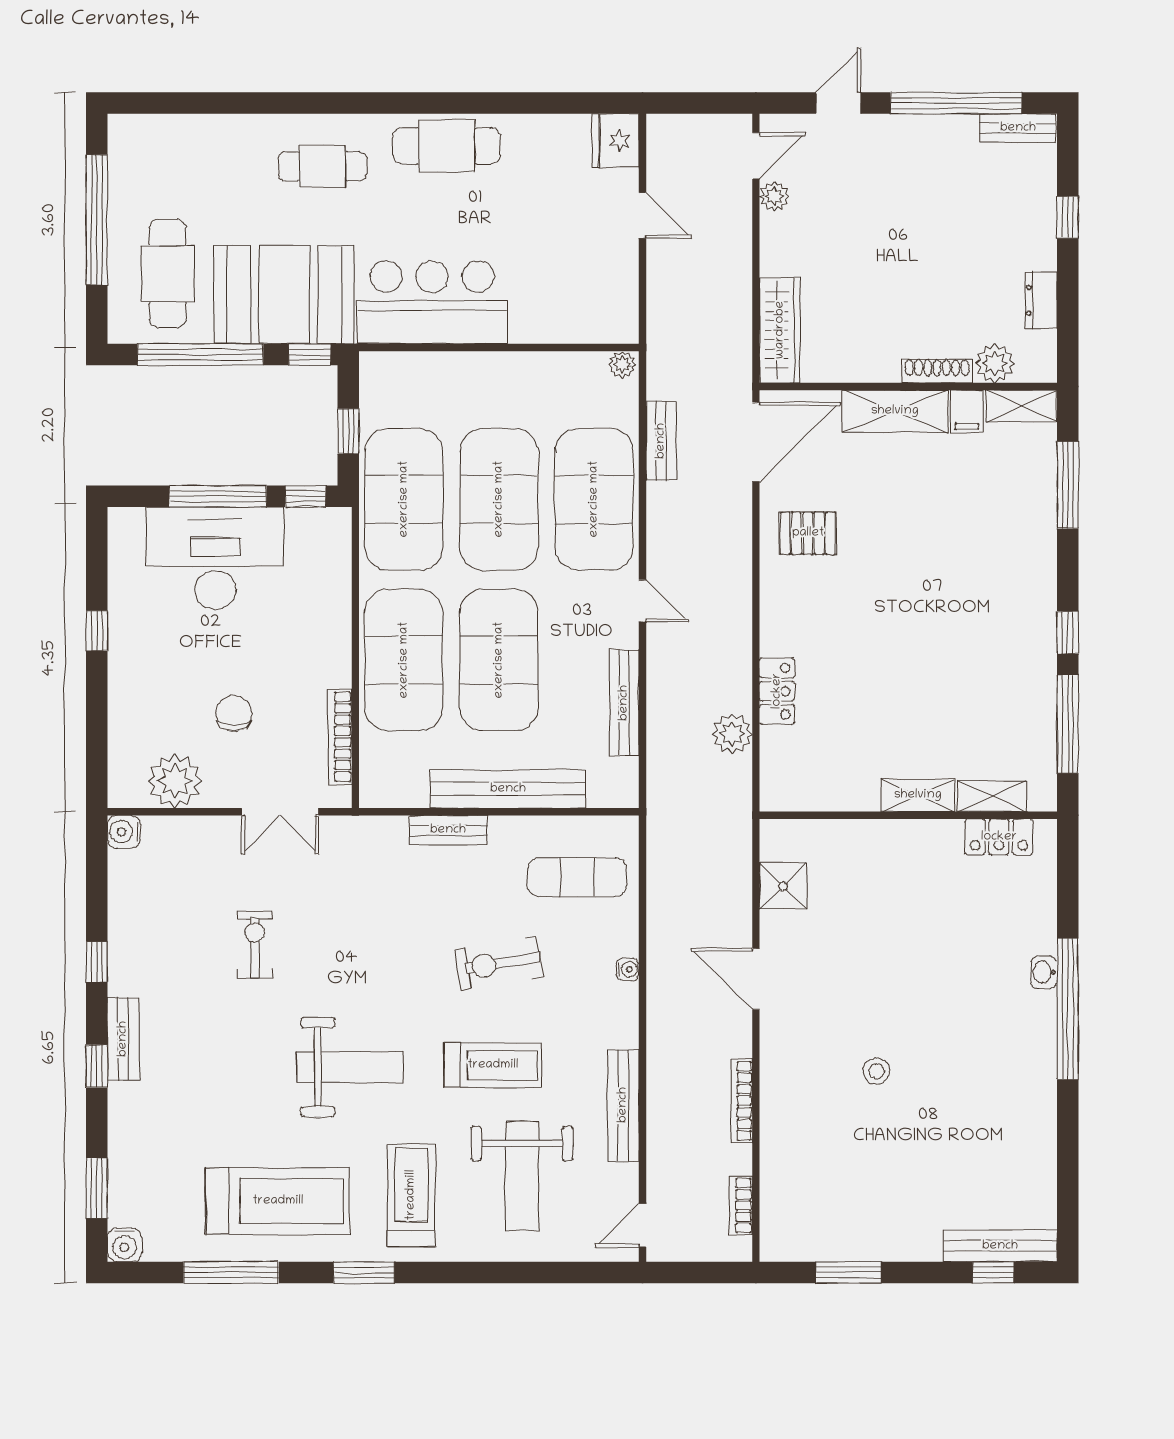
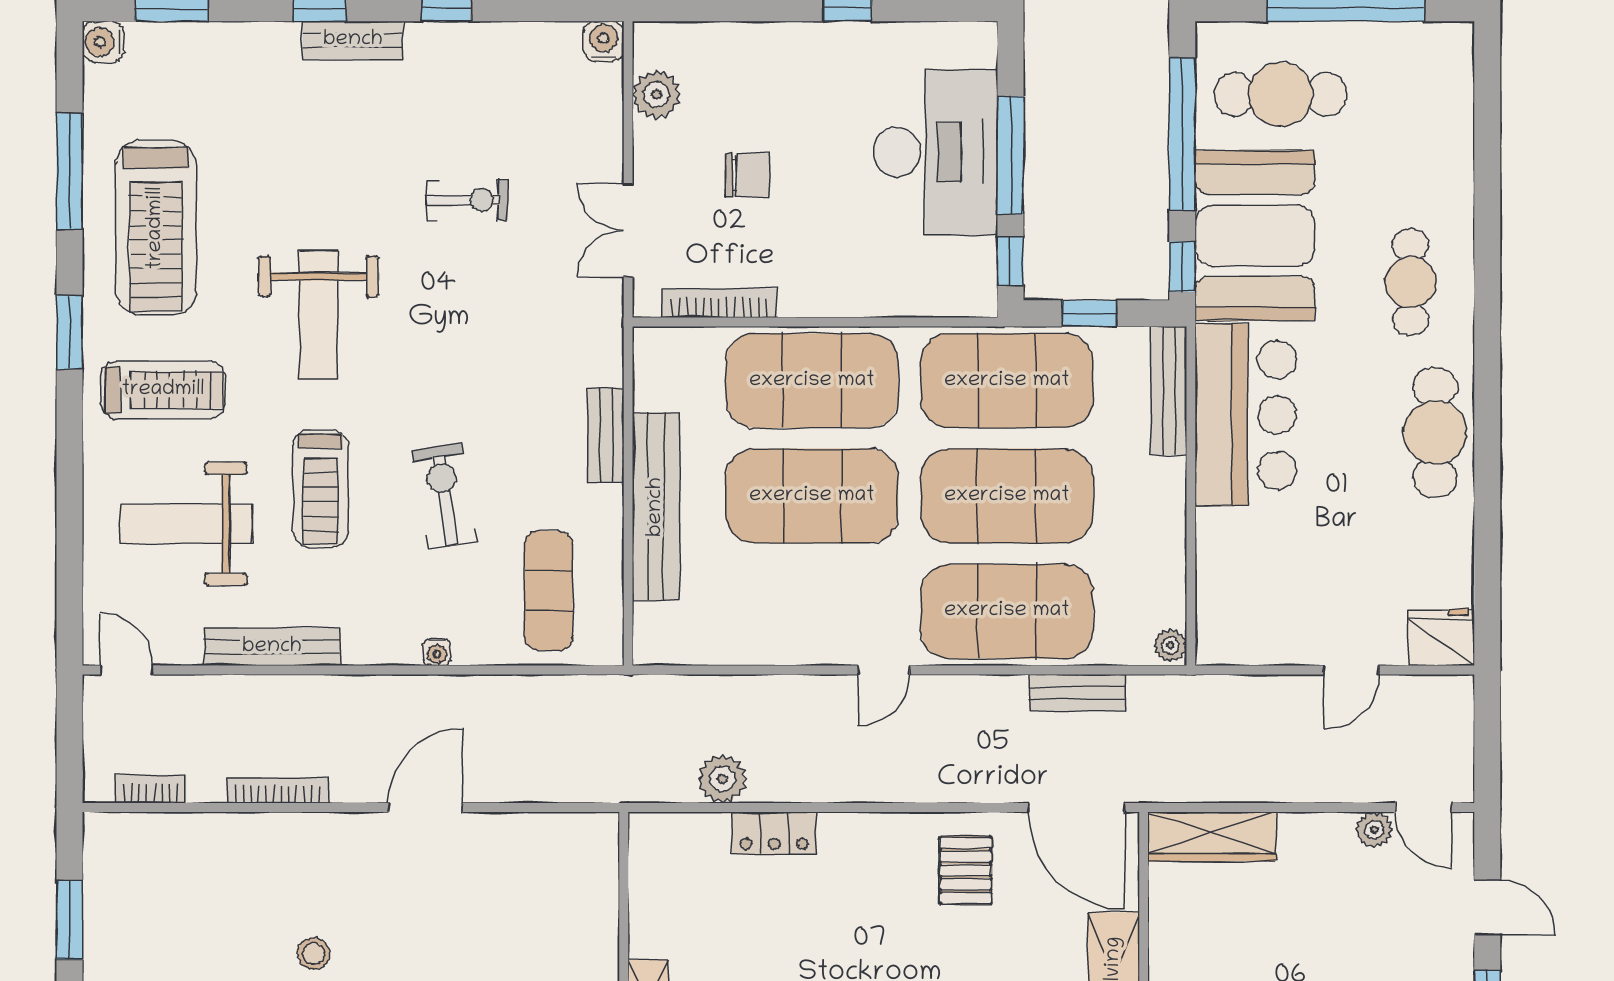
bench: (624, 703) -> (1169, 391), moved, turned 90
plant: (175, 781) -> (656, 94), width x0.73, depth x0.73
shower: (783, 886) -> (538, 840), removed

